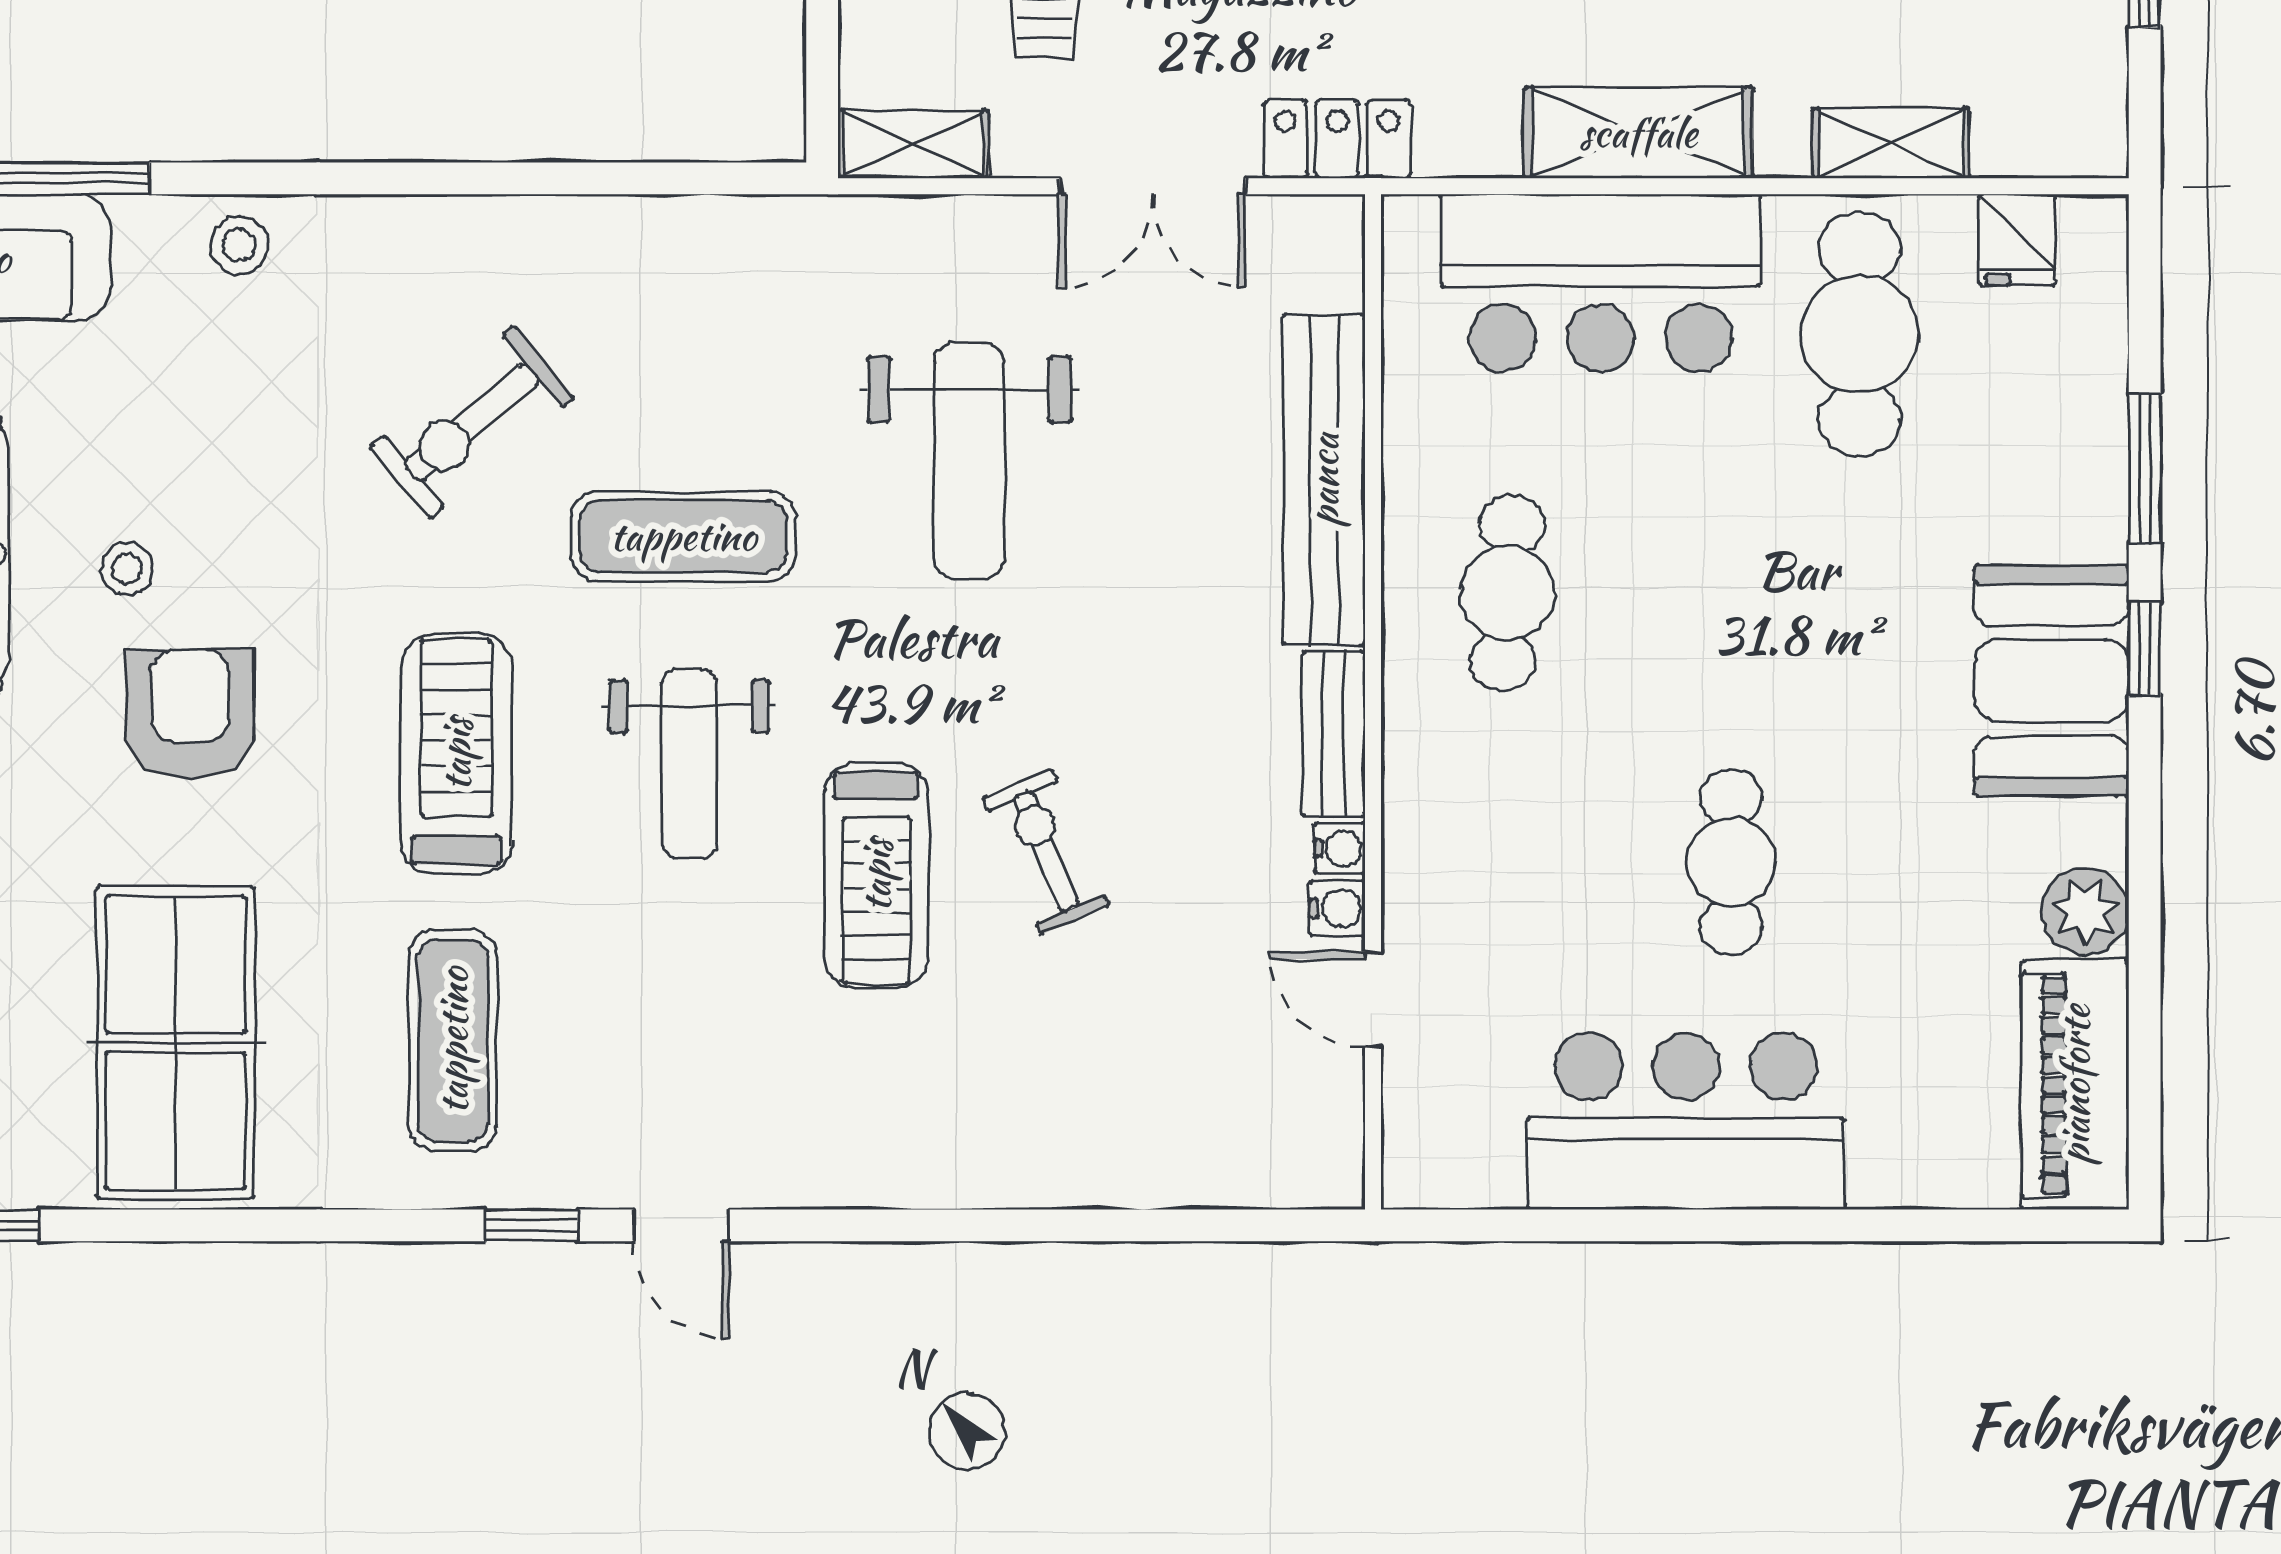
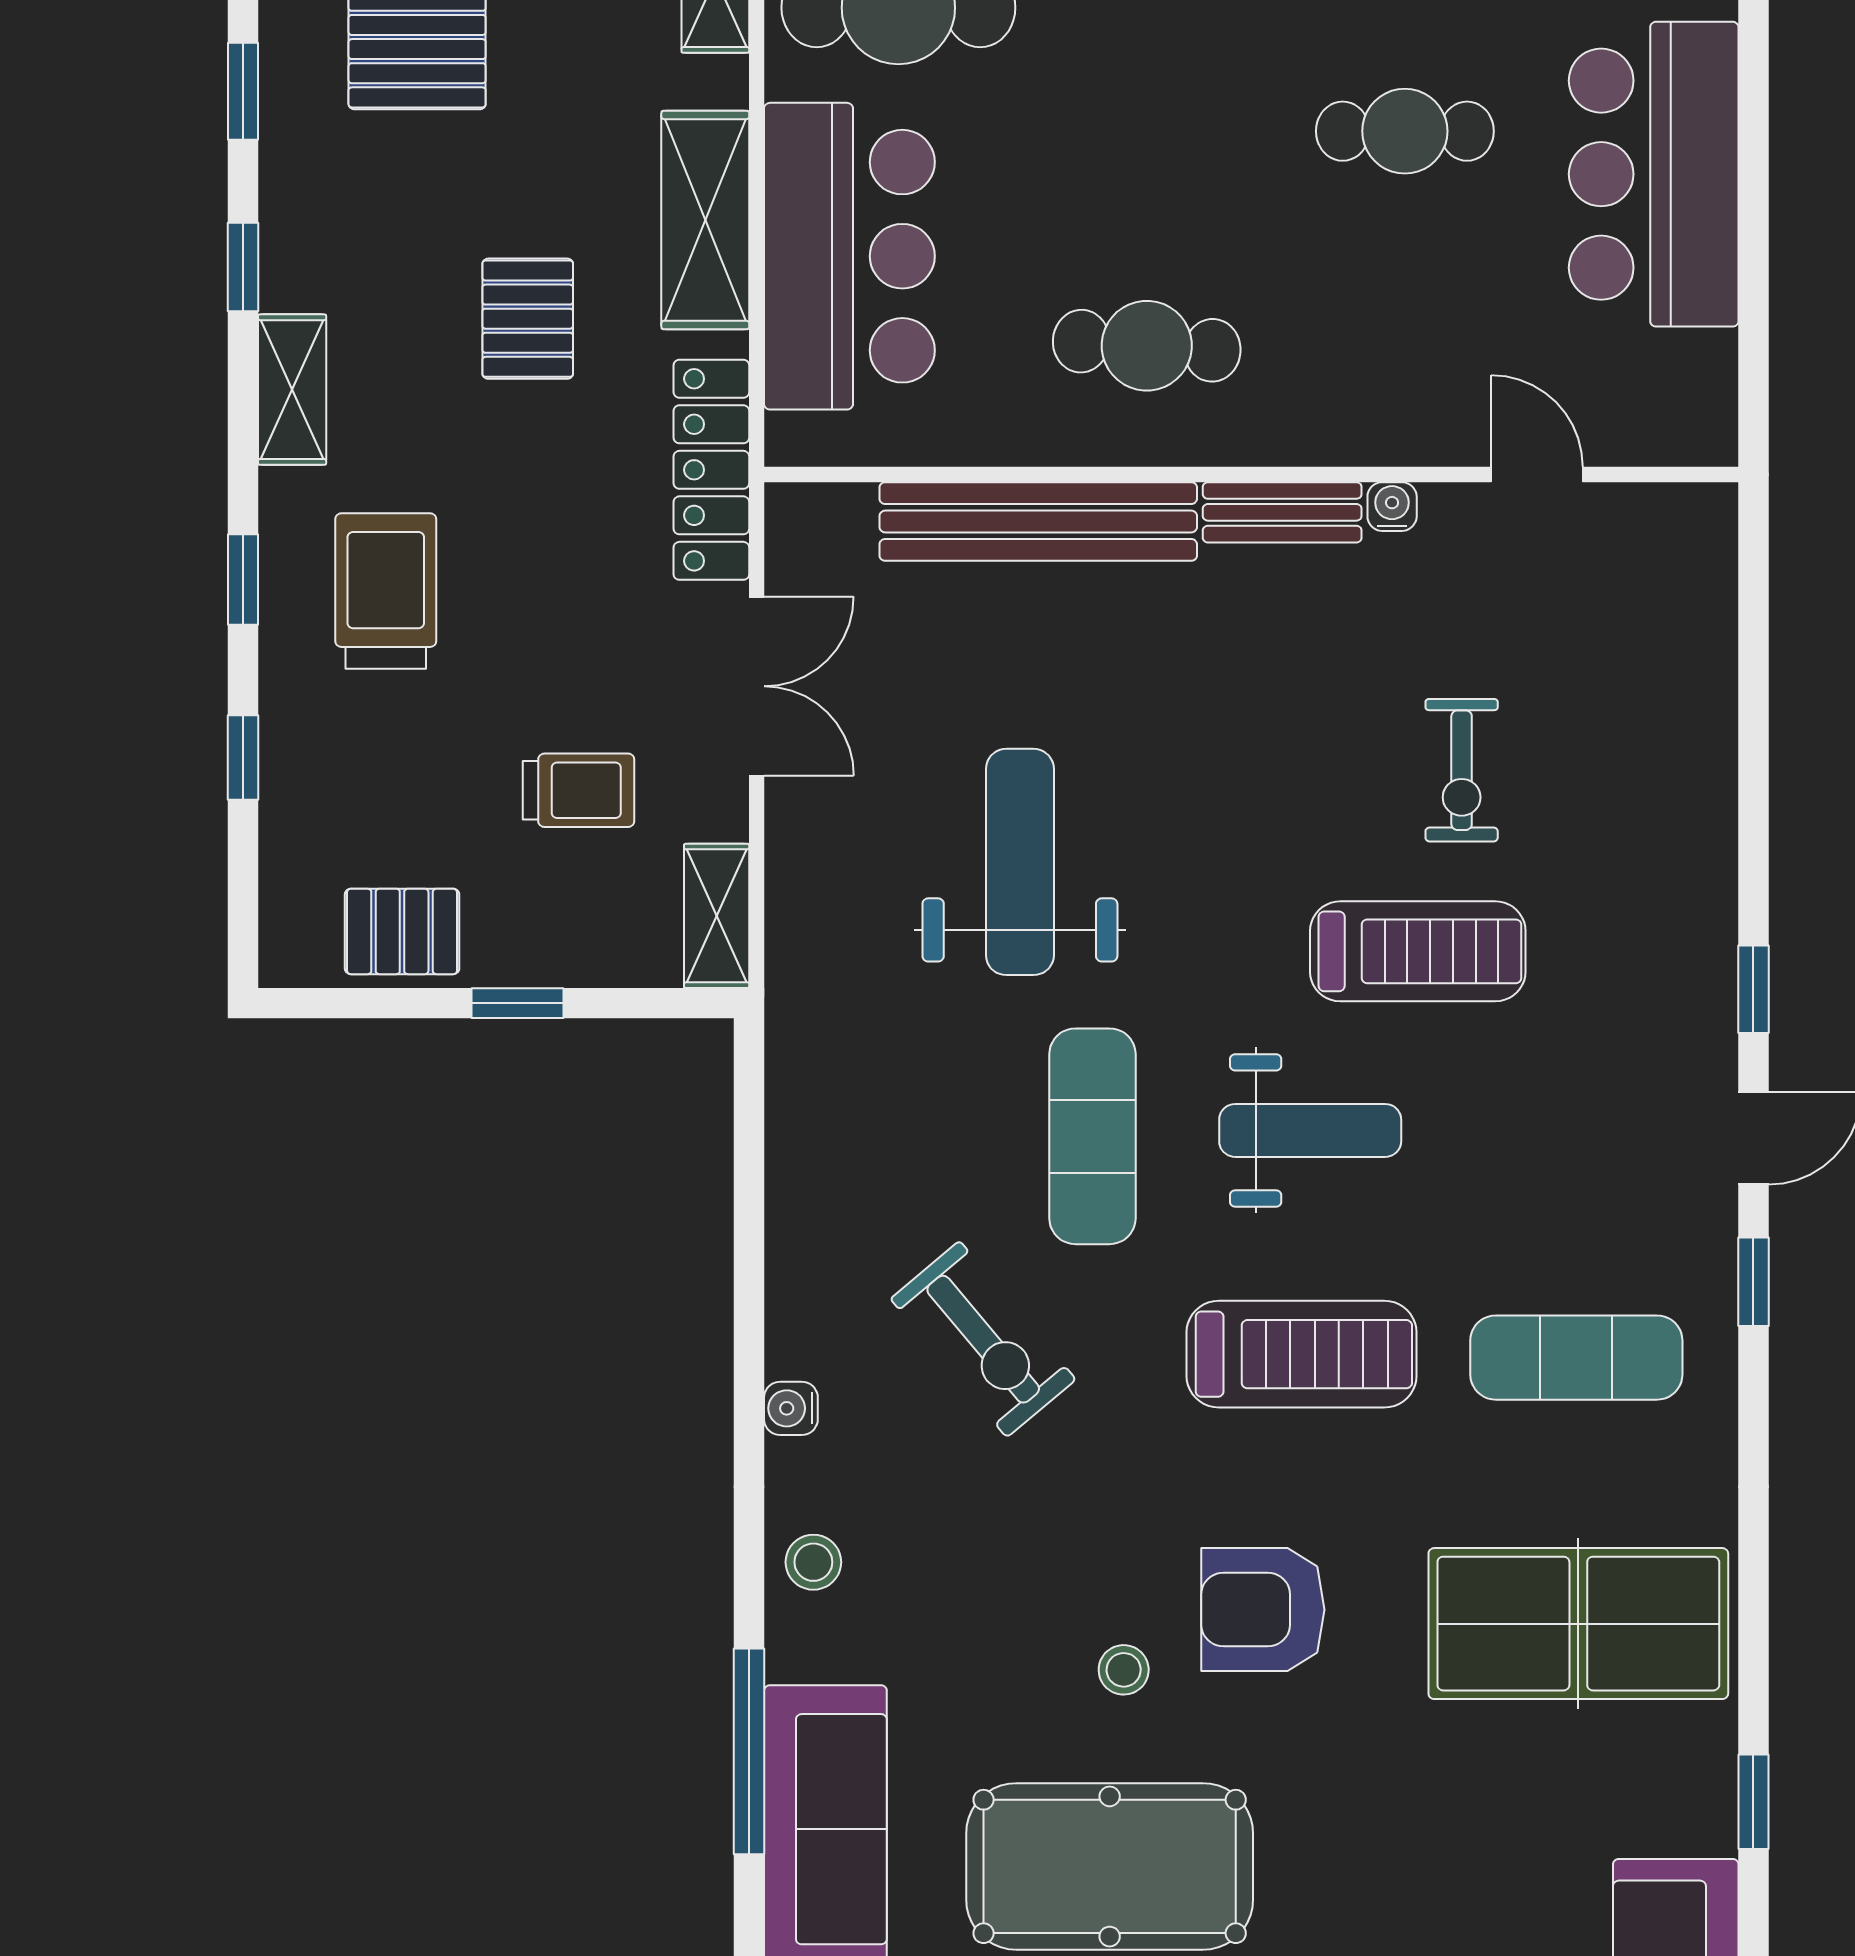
locker: (1337, 139) -> (711, 470), width x1.53
weight bench: (969, 461) -> (1020, 862), turned -90
treadmill: (456, 754) -> (1302, 1354), turned 180
exercise bike: (1046, 852) -> (1462, 770), moved, turned -67
water cooler: (1337, 908) -> (791, 1408), moved, turned -90
door: (1373, 1000) -> (1537, 474), swing flipped
window: (837, 1225) -> (1753, 989), added

